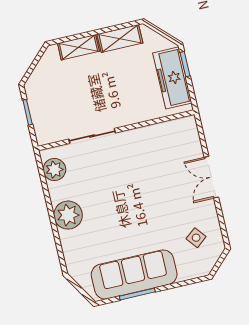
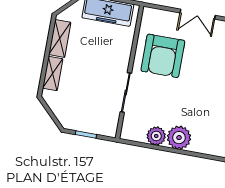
armchair: (150, 159) -> (163, 56), added
plant: (54, 170) -> (156, 136), moved

